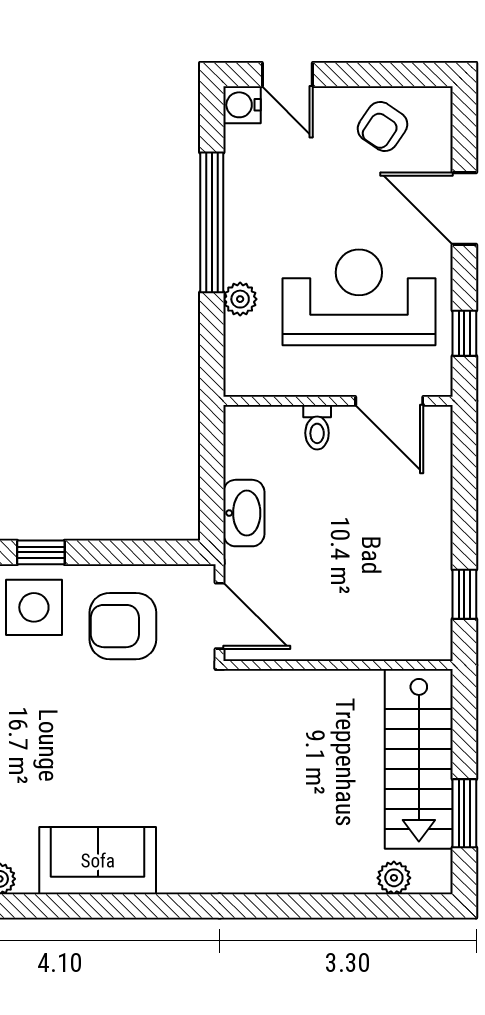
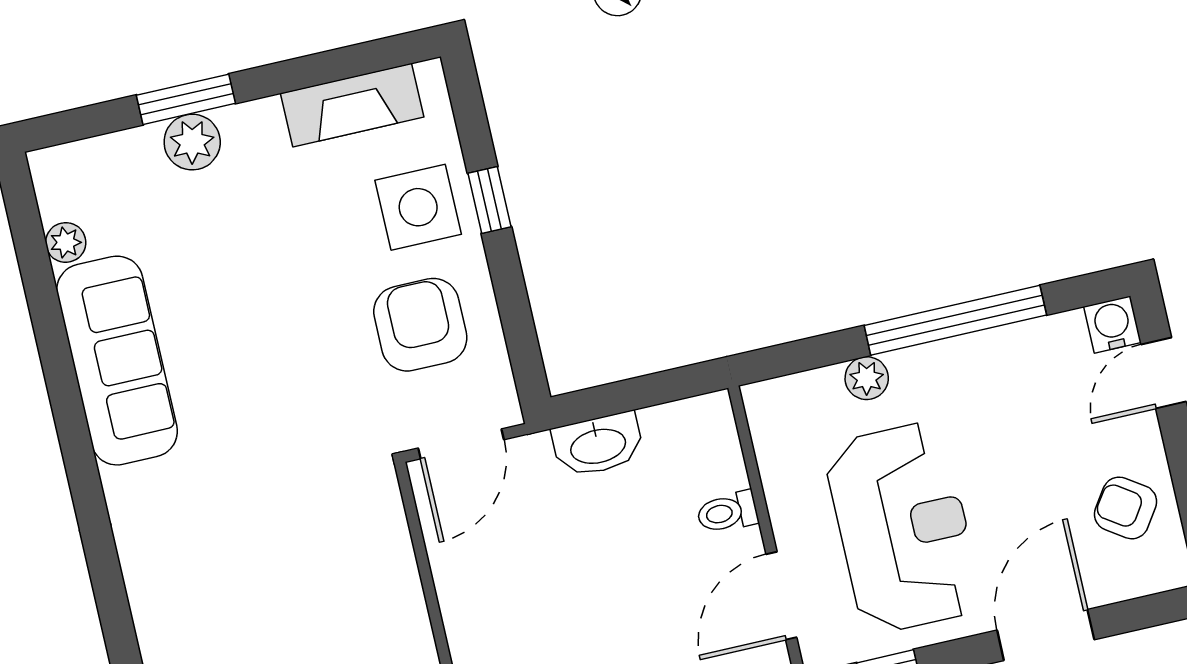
sofa: (98, 861) -> (117, 361), width x1.36

